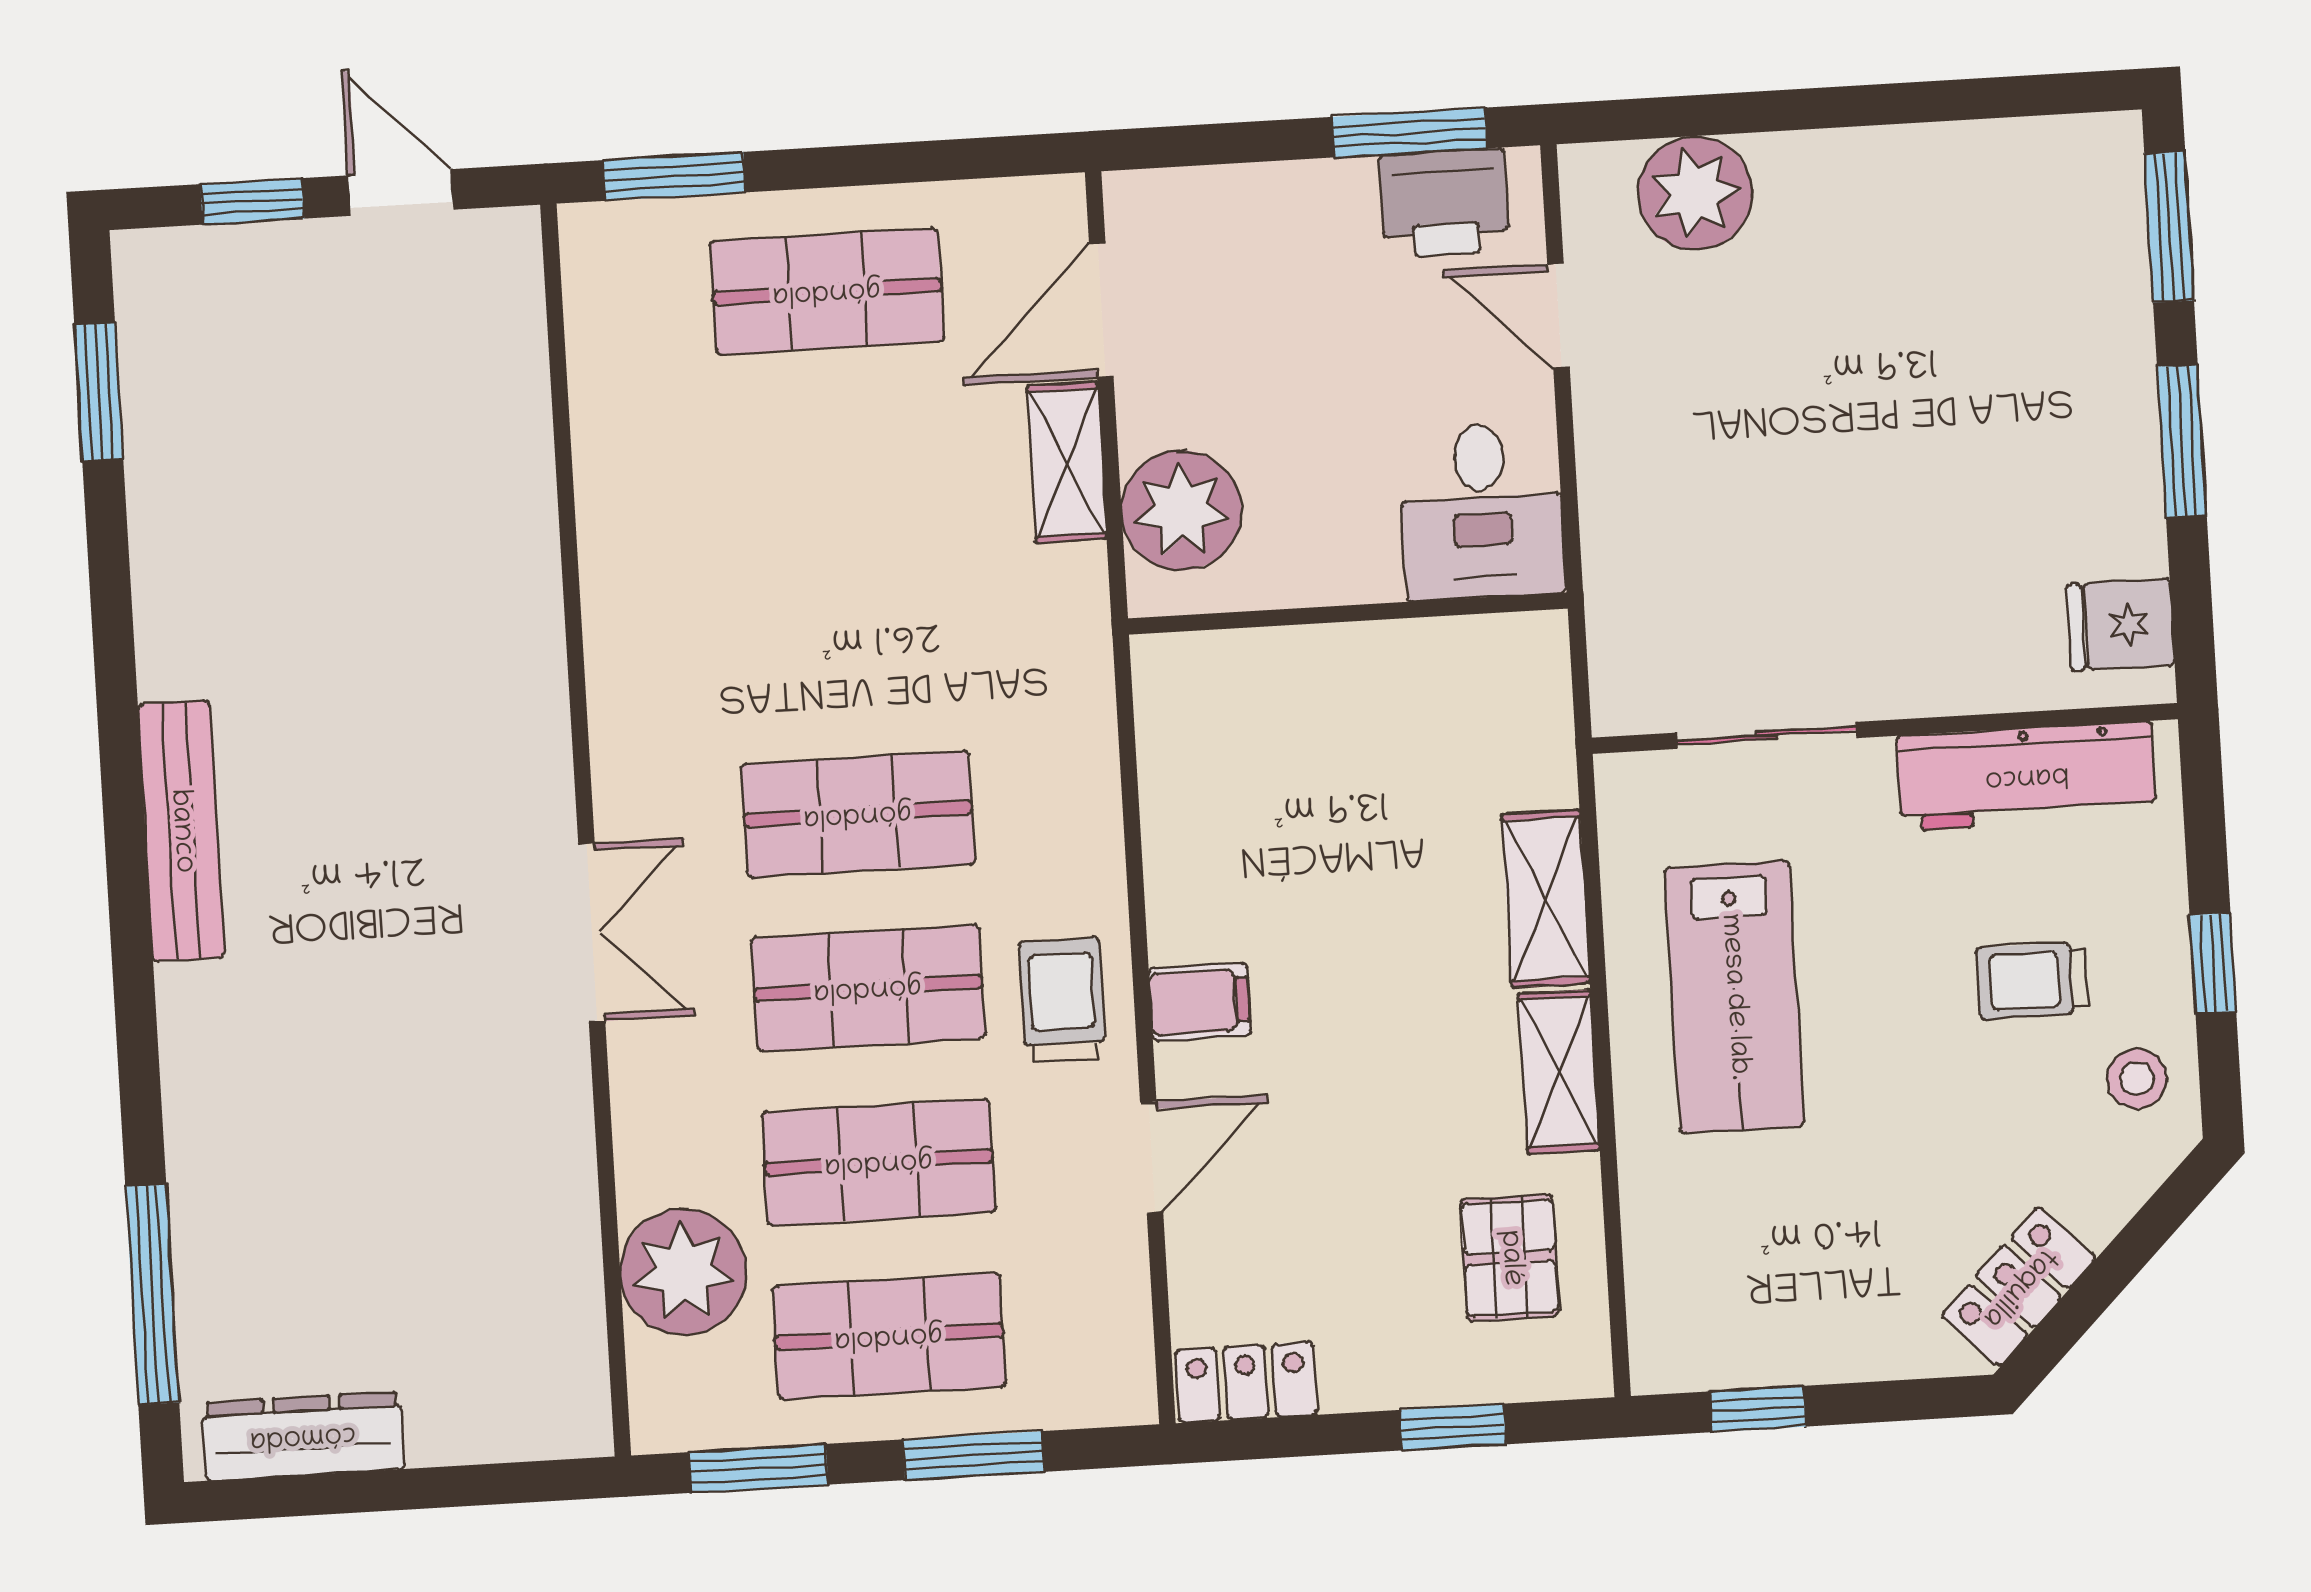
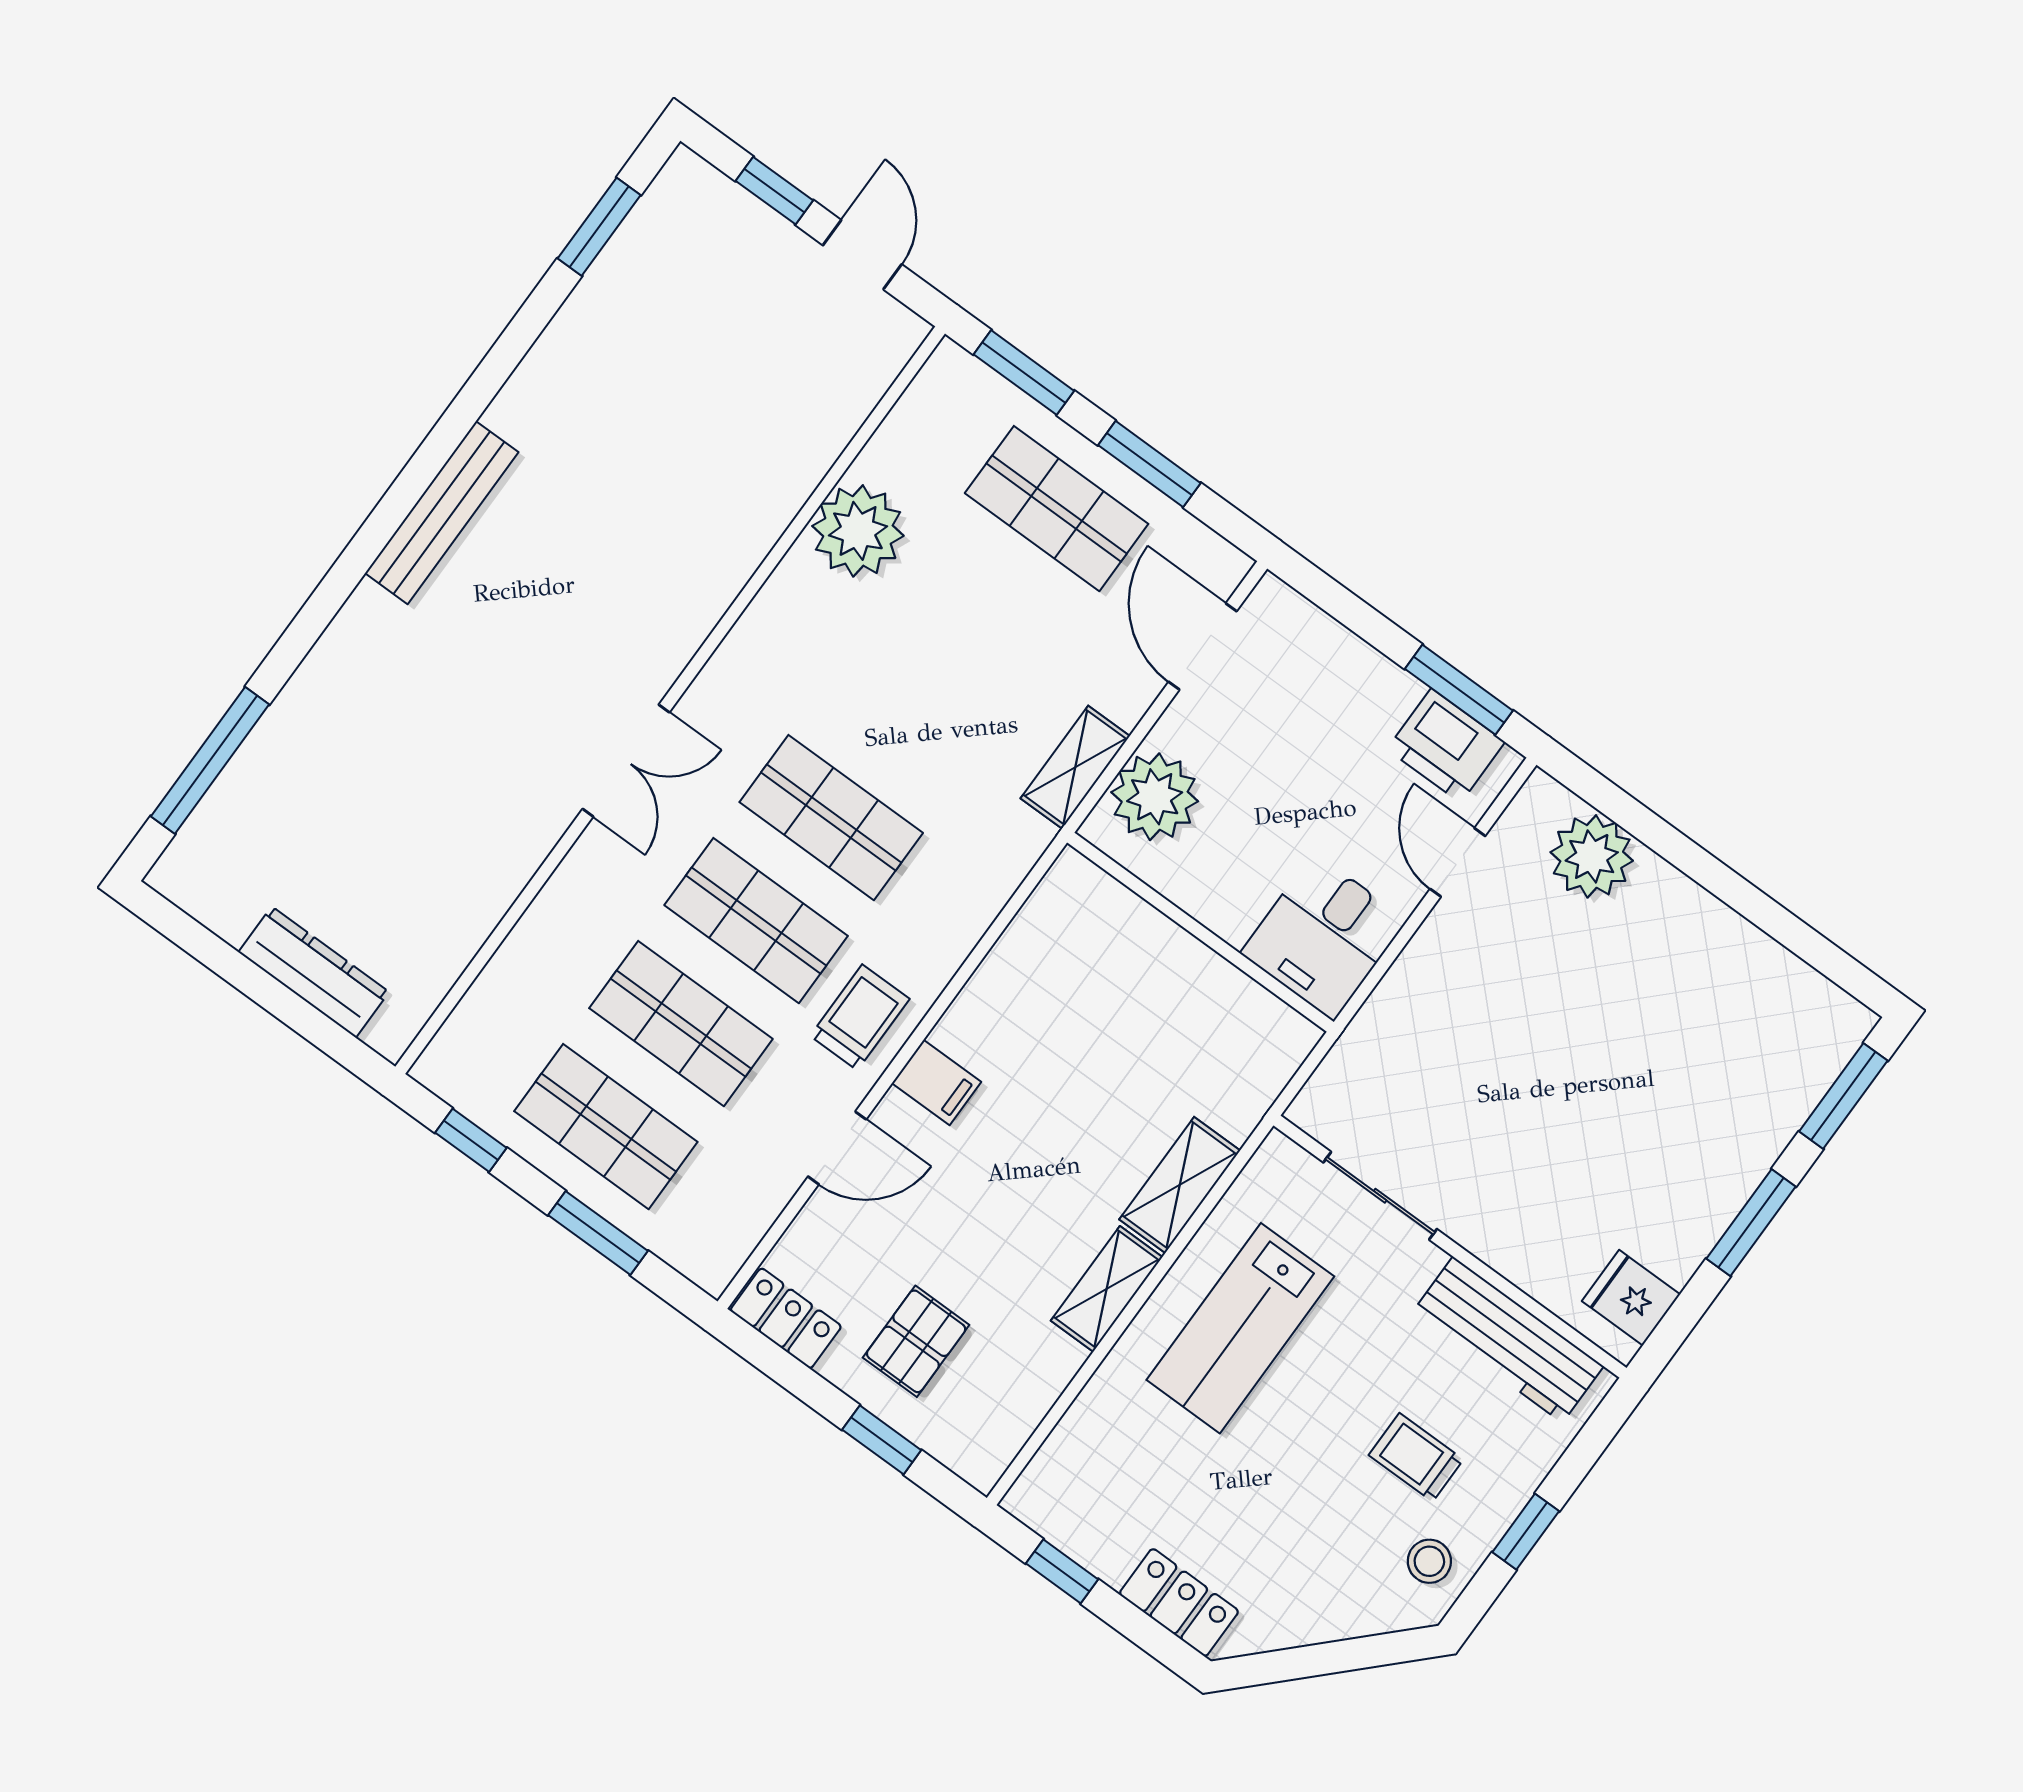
window: (886, 164) -> (1149, 464), added
door: (1101, 310) -> (1203, 647), hinge flipped
shelving: (1067, 462) -> (1075, 767), moved
pallet: (1510, 1258) -> (916, 1341), moved
plant: (683, 1272) -> (858, 531), moved
locker: (2019, 1286) -> (1179, 1603), moved, turned 45
dresser: (303, 1436) -> (314, 972), moved
window: (758, 1468) -> (471, 1140), width x0.67

